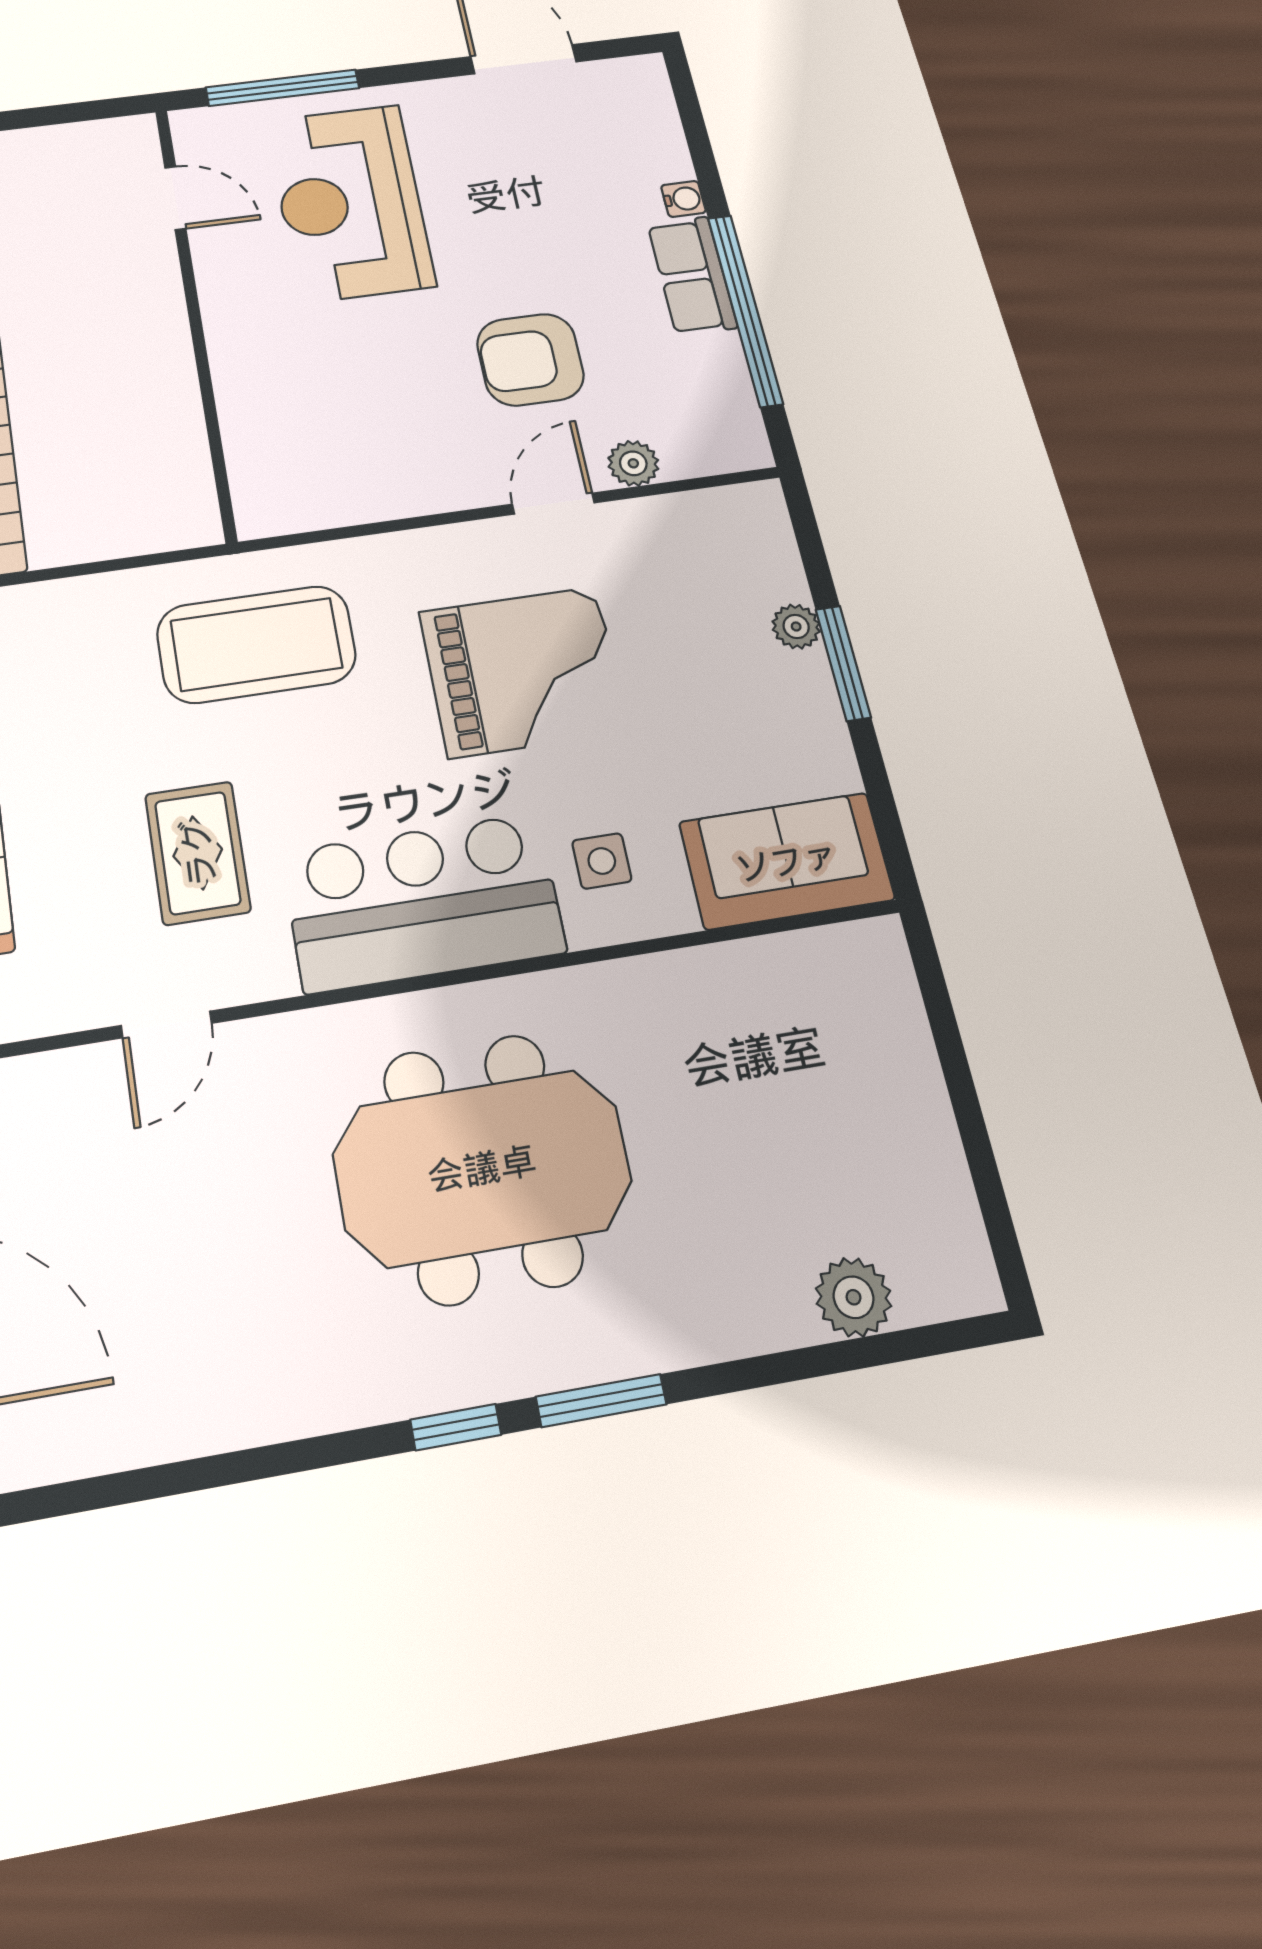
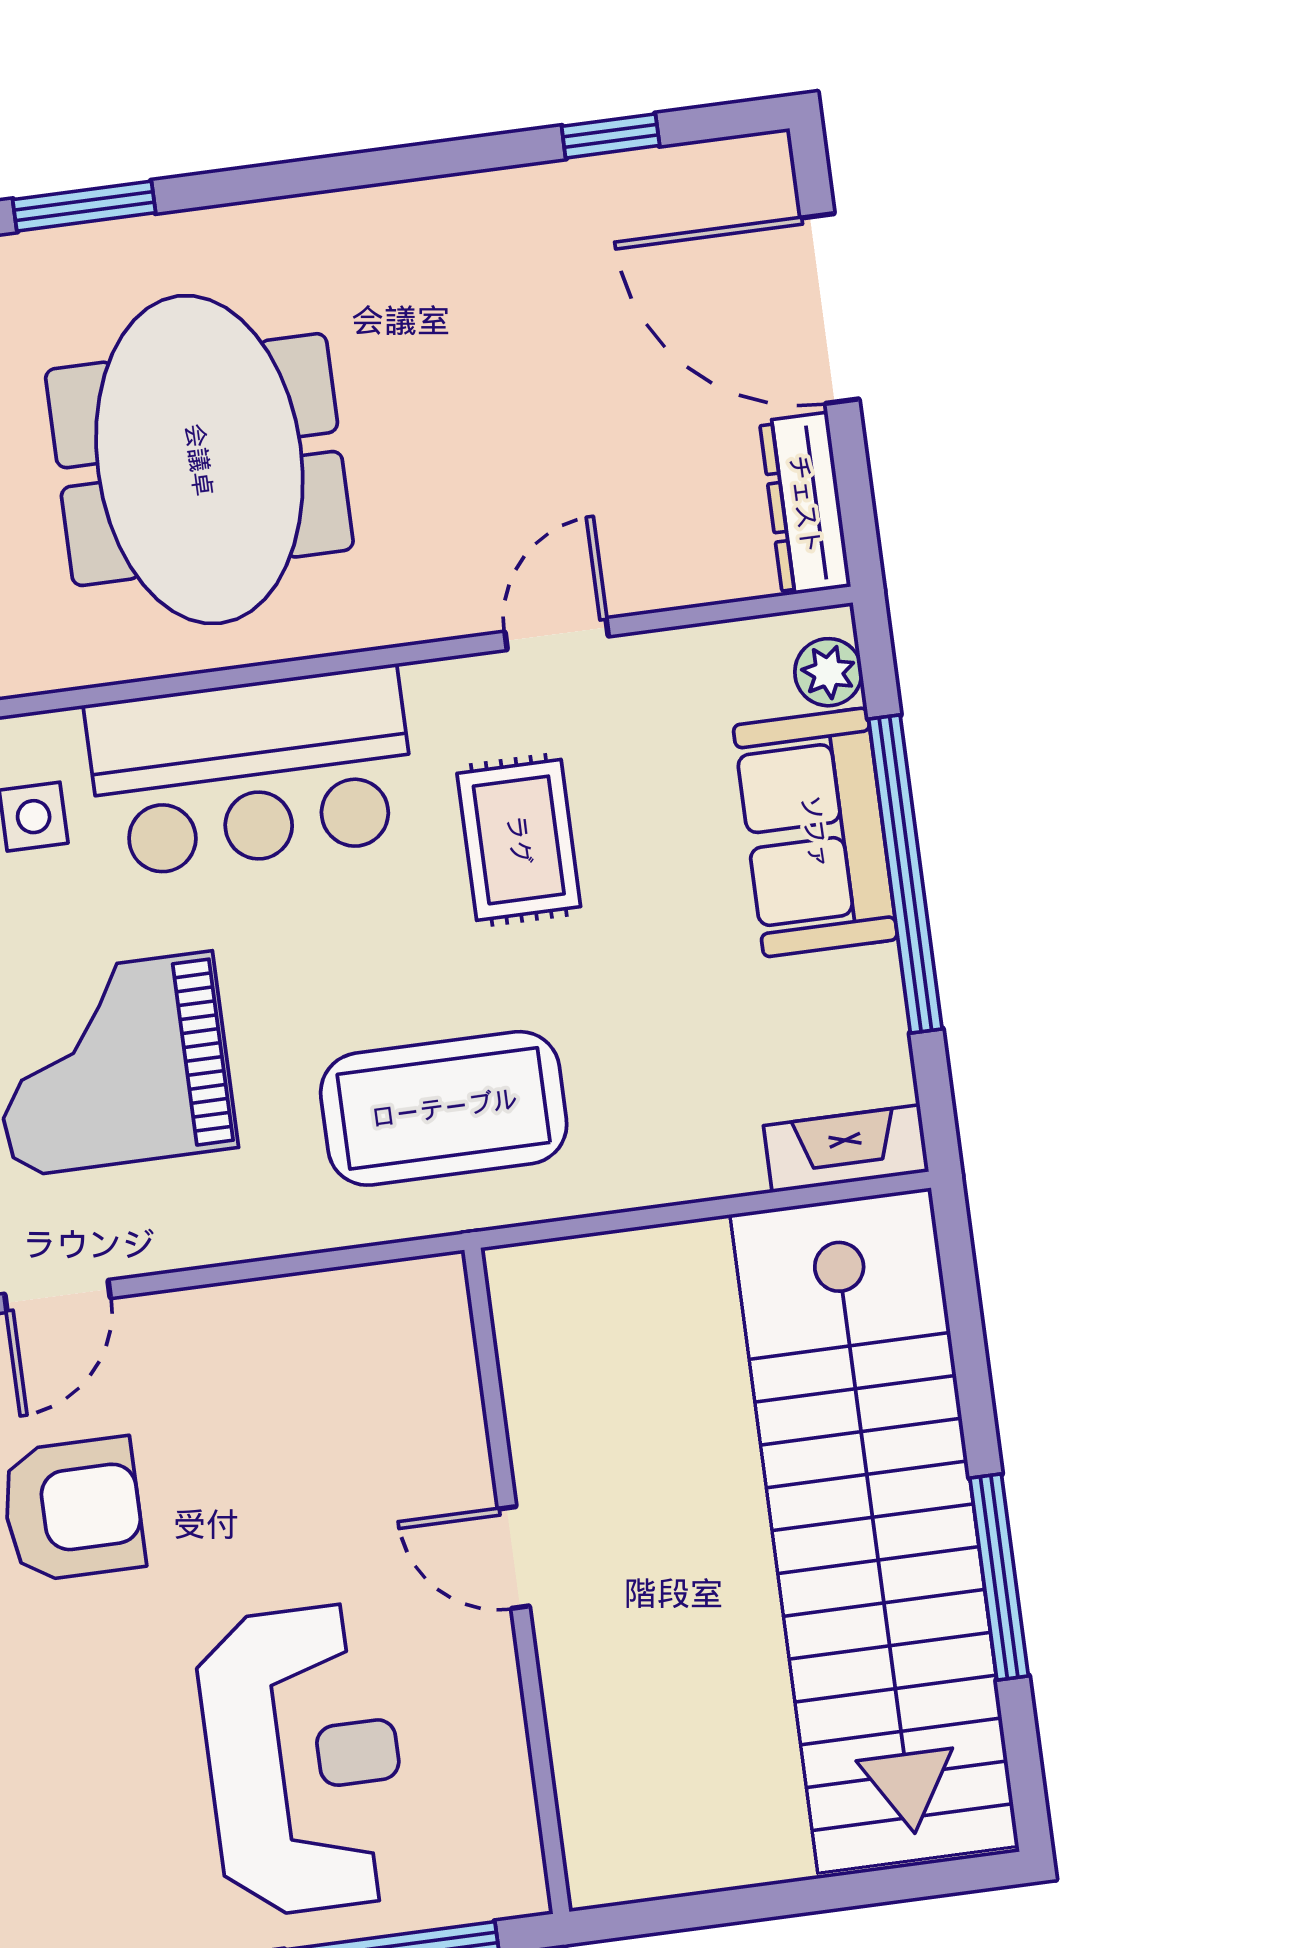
door: (175, 198) -> (514, 1558), moved
meeting table: (482, 1168) -> (199, 460), turned 90
window: (456, 1427) -> (611, 136), moved

